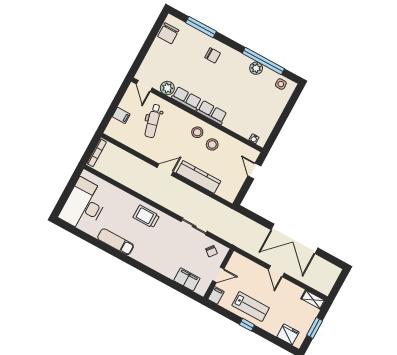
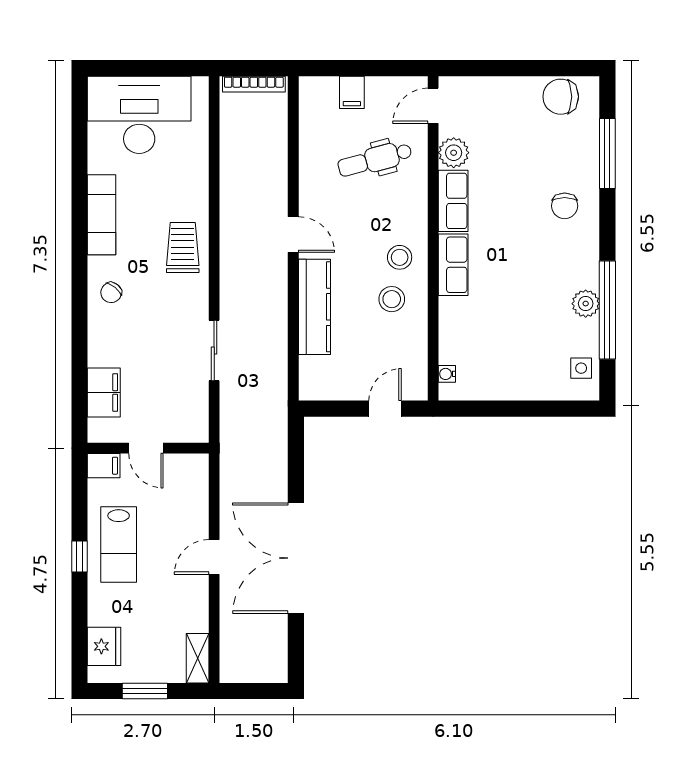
chair: (211, 251) -> (111, 293), moved

